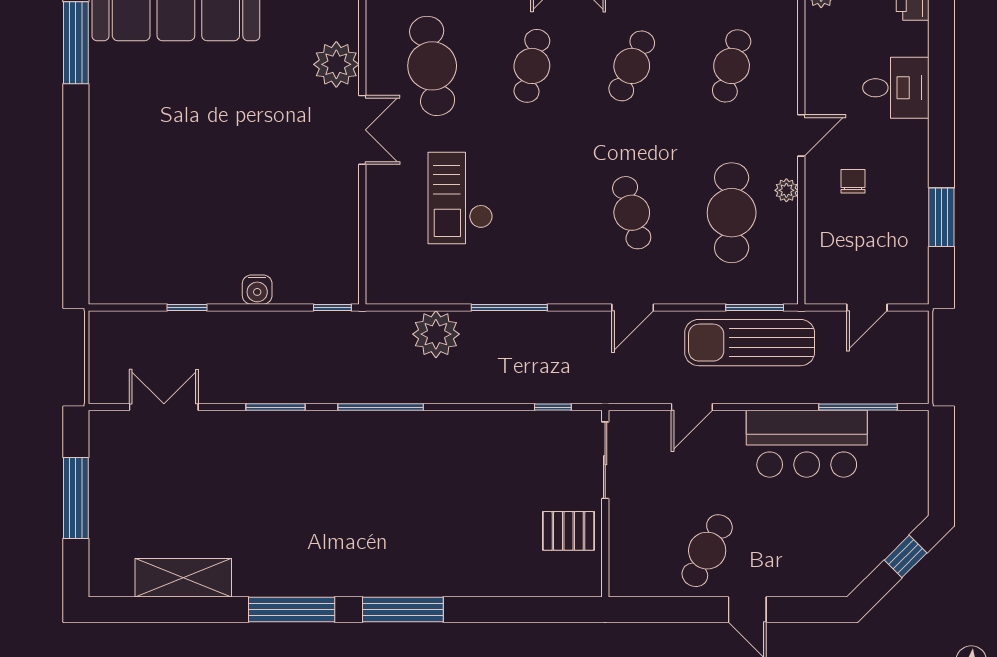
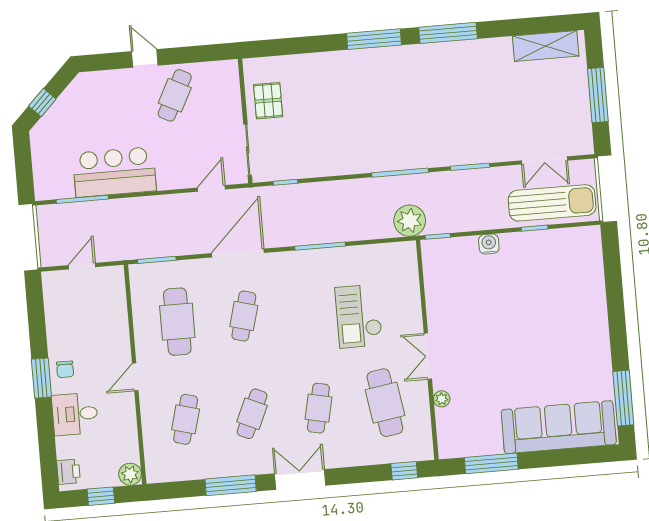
plant: (336, 64) -> (442, 399), width x0.53, depth x0.53
chair: (853, 181) -> (65, 369), moved
plant: (786, 190) -> (142, 340), removed
checkout: (460, 198) -> (359, 316), turned 180
cafe table: (632, 213) -> (244, 316), turned 30
window: (941, 217) -> (41, 378), moved
door: (633, 307) -> (238, 253), width x1.87
plant: (436, 334) -> (410, 221), moved
sun lounger: (750, 343) -> (552, 203), moved
door: (692, 407) -> (211, 188), moved
pallet: (568, 531) -> (268, 101), turned 90
shelving: (183, 578) -> (546, 46), moved

